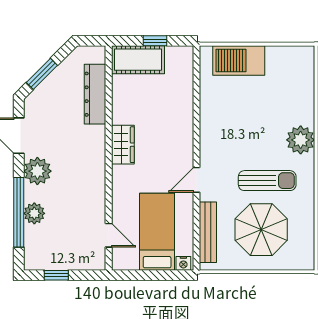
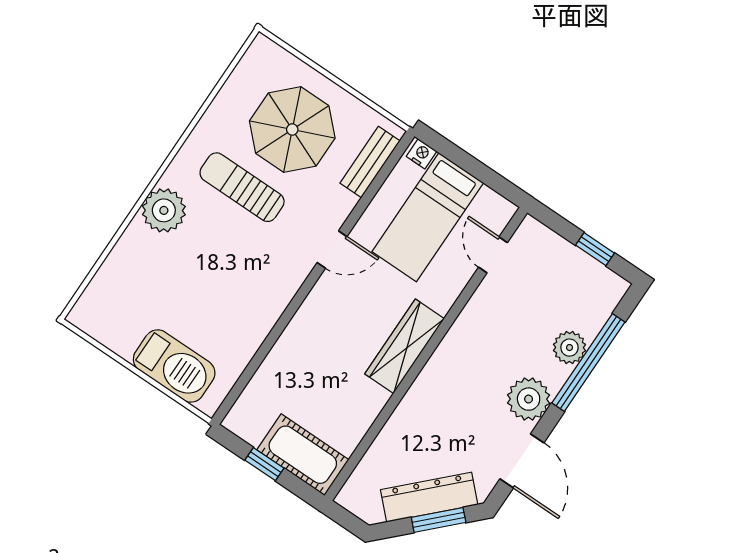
dresser: (95, 94) -> (429, 497), moved, turned -135
wardrobe: (123, 145) -> (405, 346), width x1.50
bench: (208, 232) -> (370, 162), width x0.73

